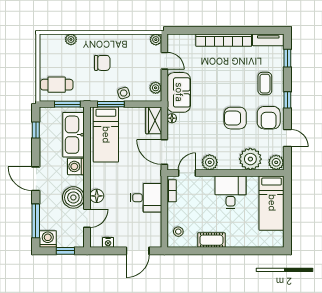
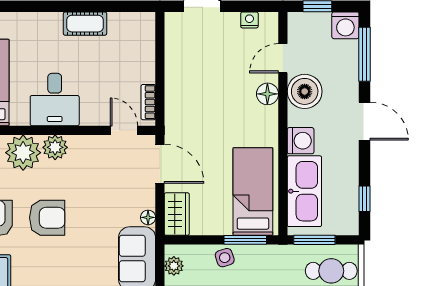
plant: (210, 162) -> (55, 147), moved
door: (187, 173) -> (124, 130), swing flipped
desk: (146, 198) -> (189, 91), removed
stool: (178, 232) -> (138, 37), removed

